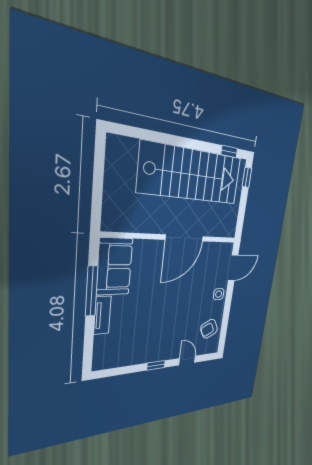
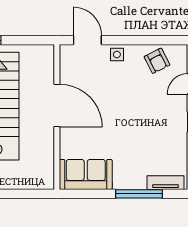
window: (92, 291) -> (139, 194), moved
tv unit: (102, 315) -> (165, 183), moved

